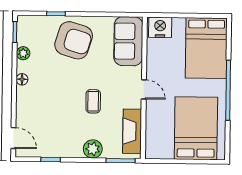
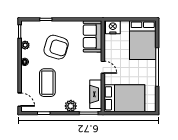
armchair: (74, 40) -> (56, 47), moved
coffee table: (93, 101) -> (47, 83), moved, width x1.86, depth x1.72
bed: (196, 128) -> (124, 98), moved, turned 90

